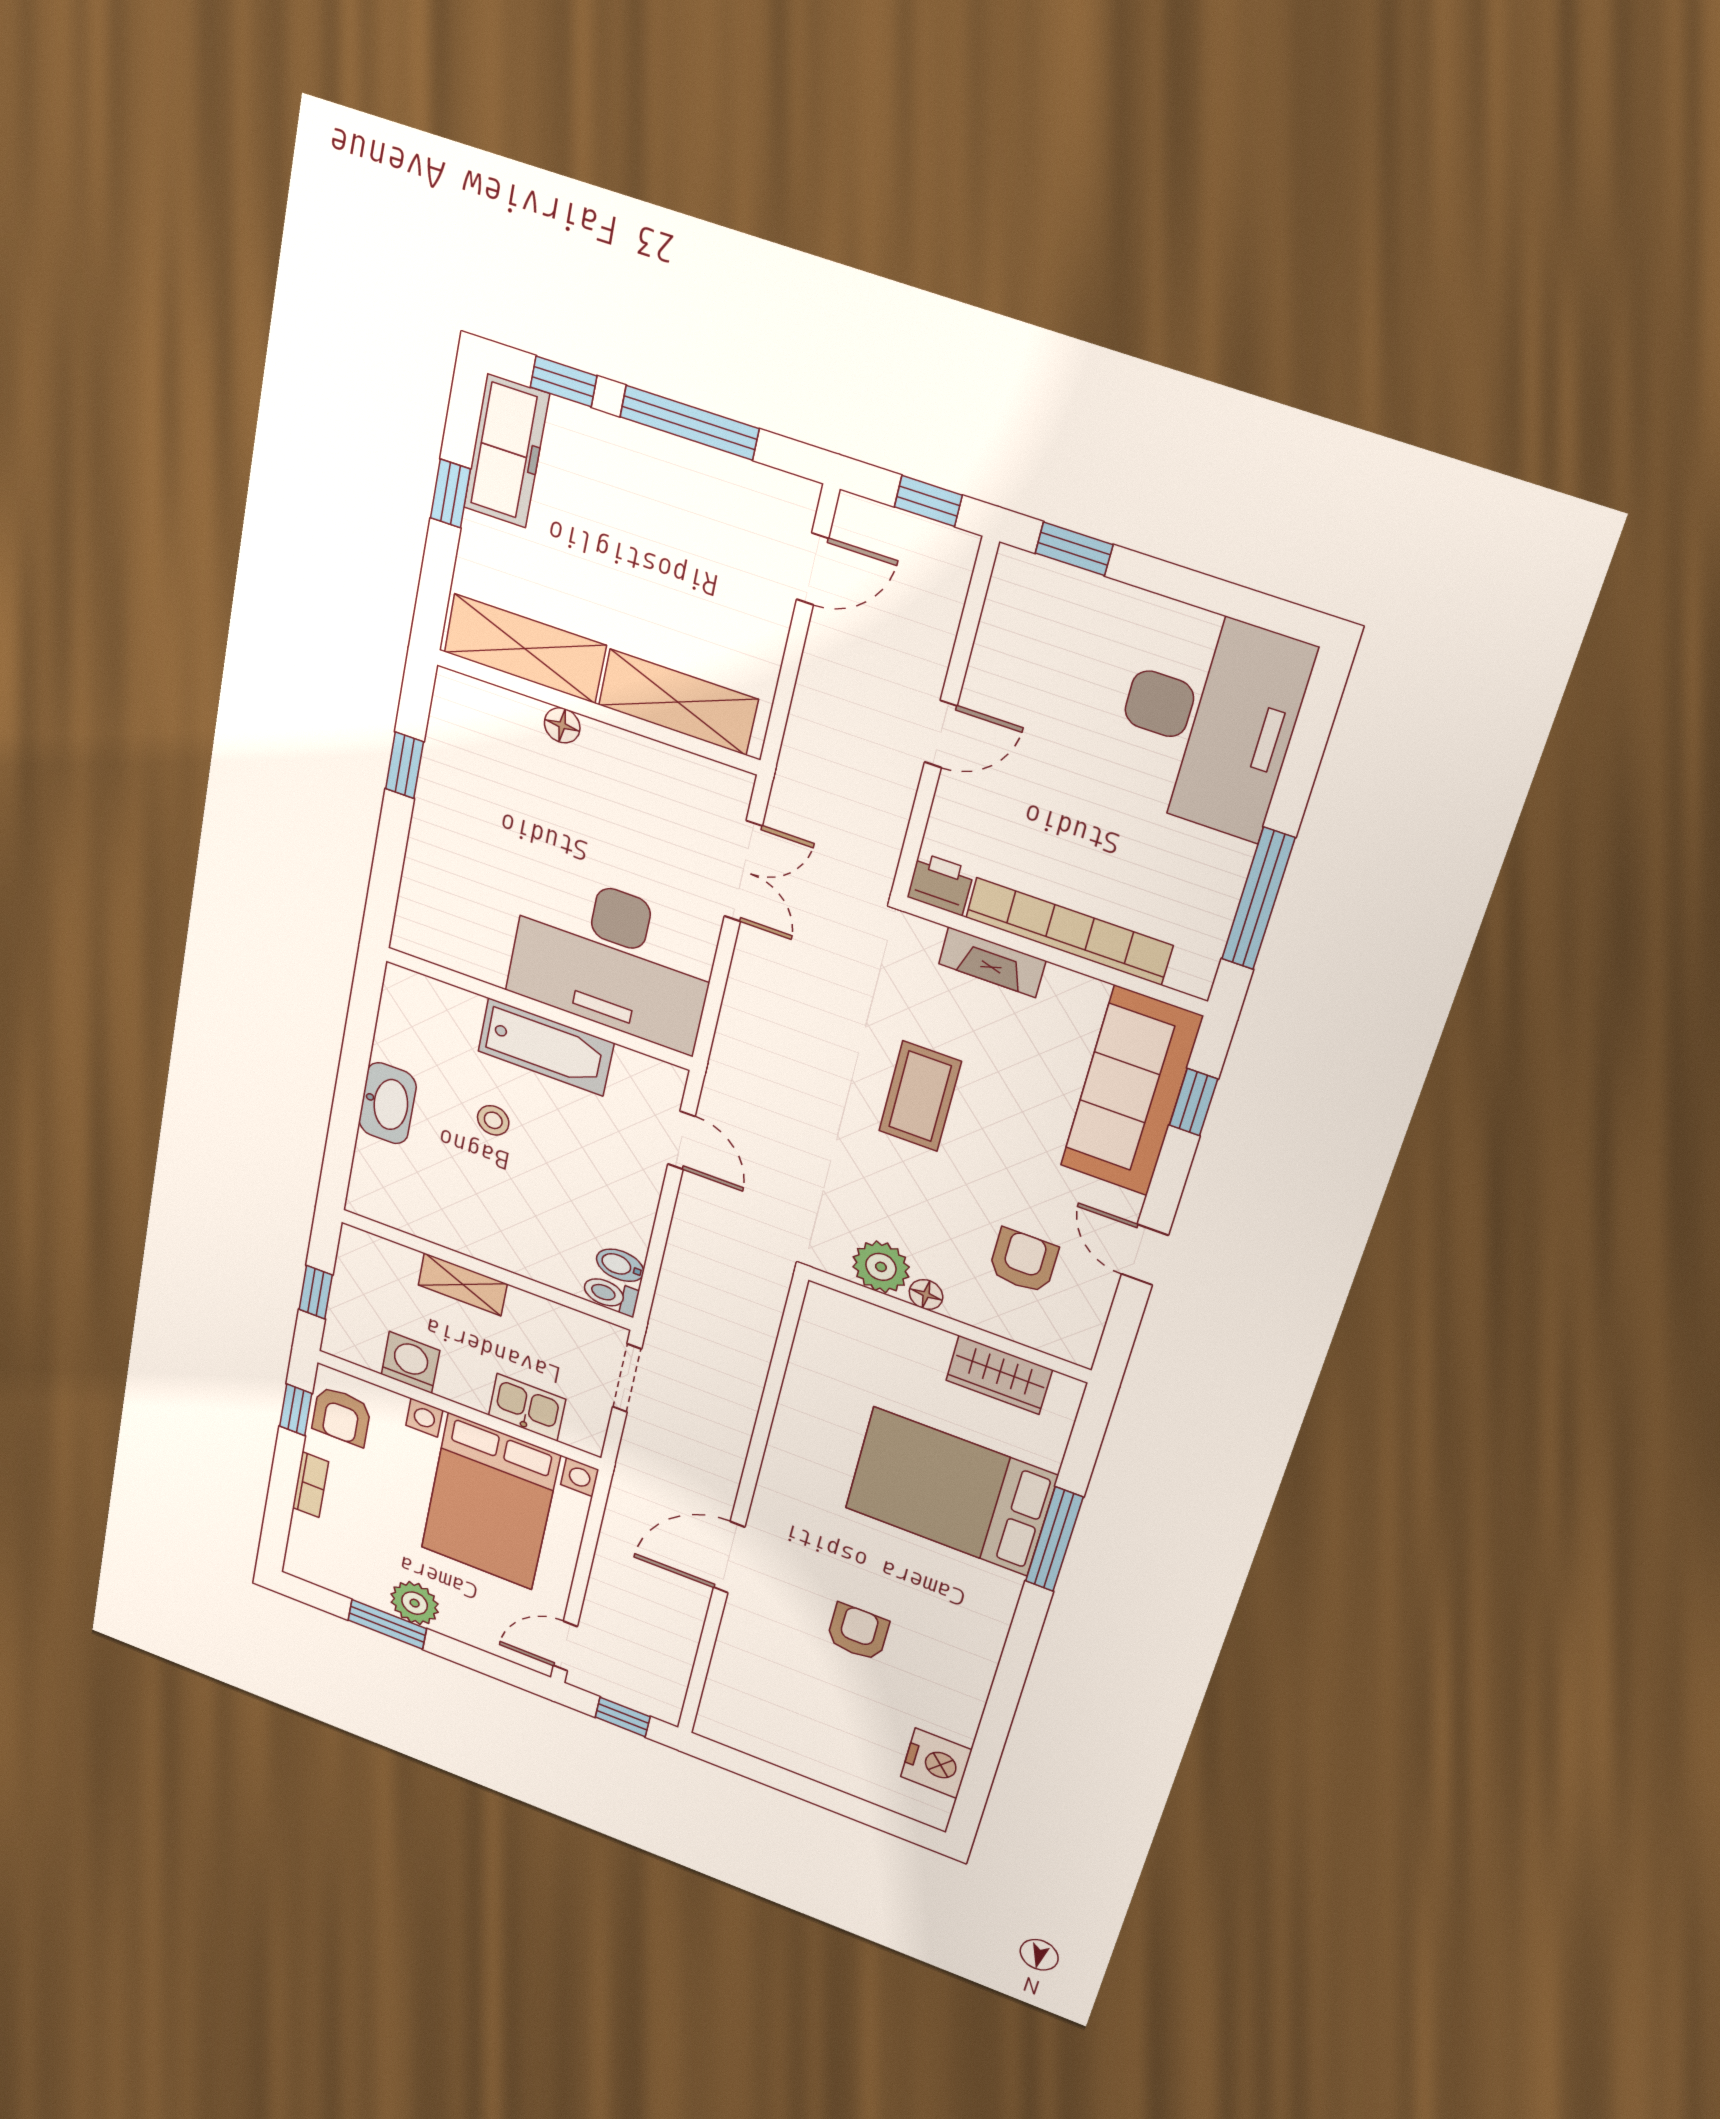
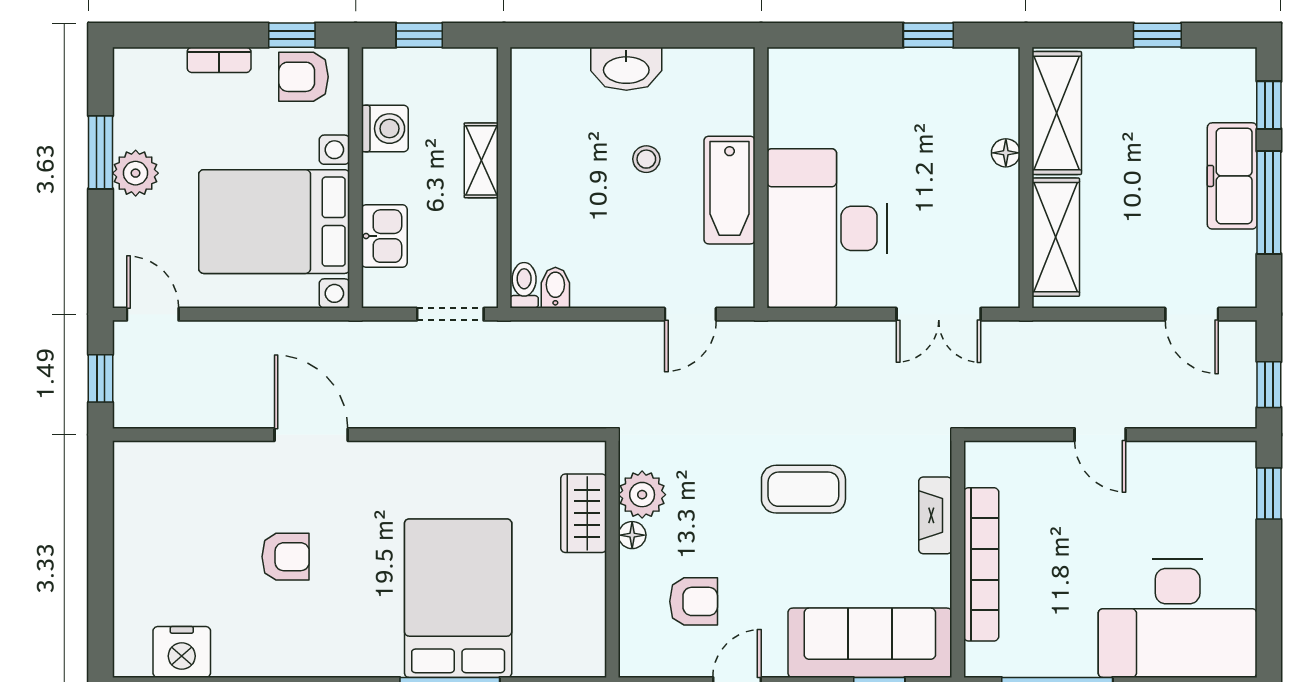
freezer: (506, 451) -> (1232, 176), moved, turned 90
printer: (940, 884) -> (984, 463), removed
wardrobe: (999, 1375) -> (584, 513), moved

